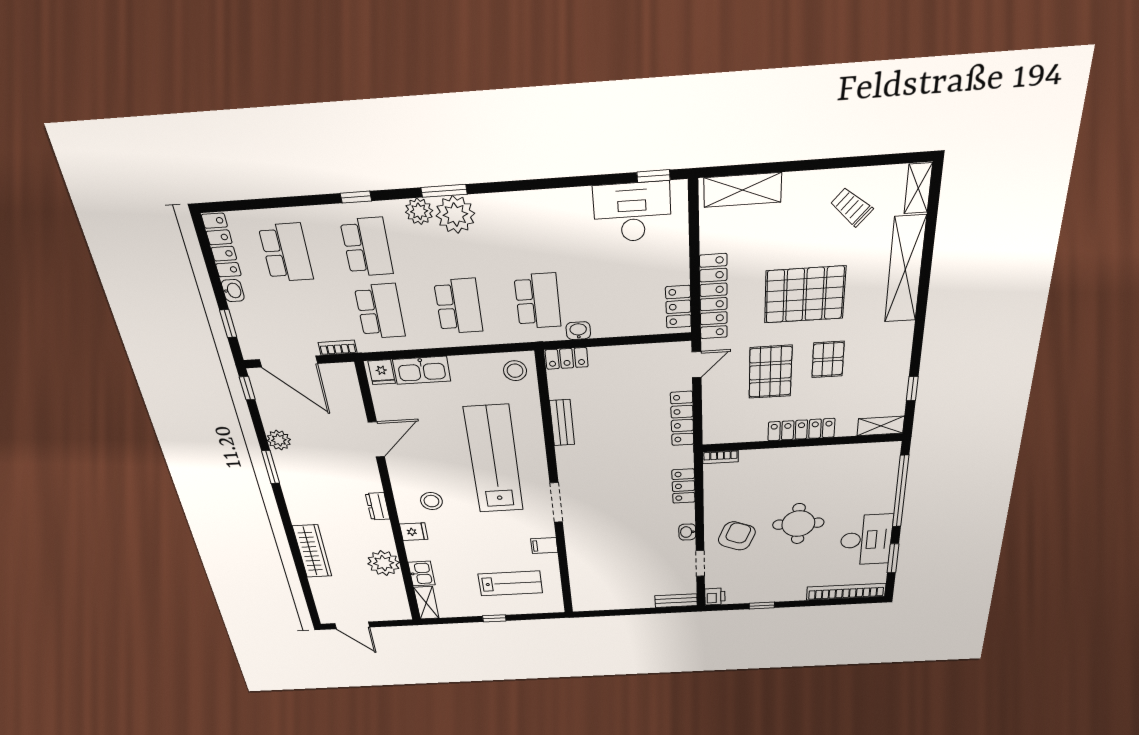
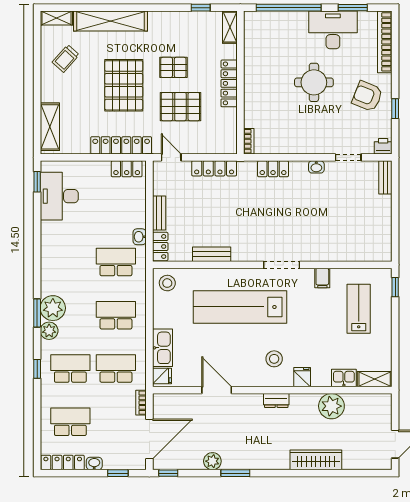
bench: (615, 354) -> (159, 213), added
armchair: (737, 536) -> (367, 96), moved
window: (494, 618) -> (395, 287), moved

